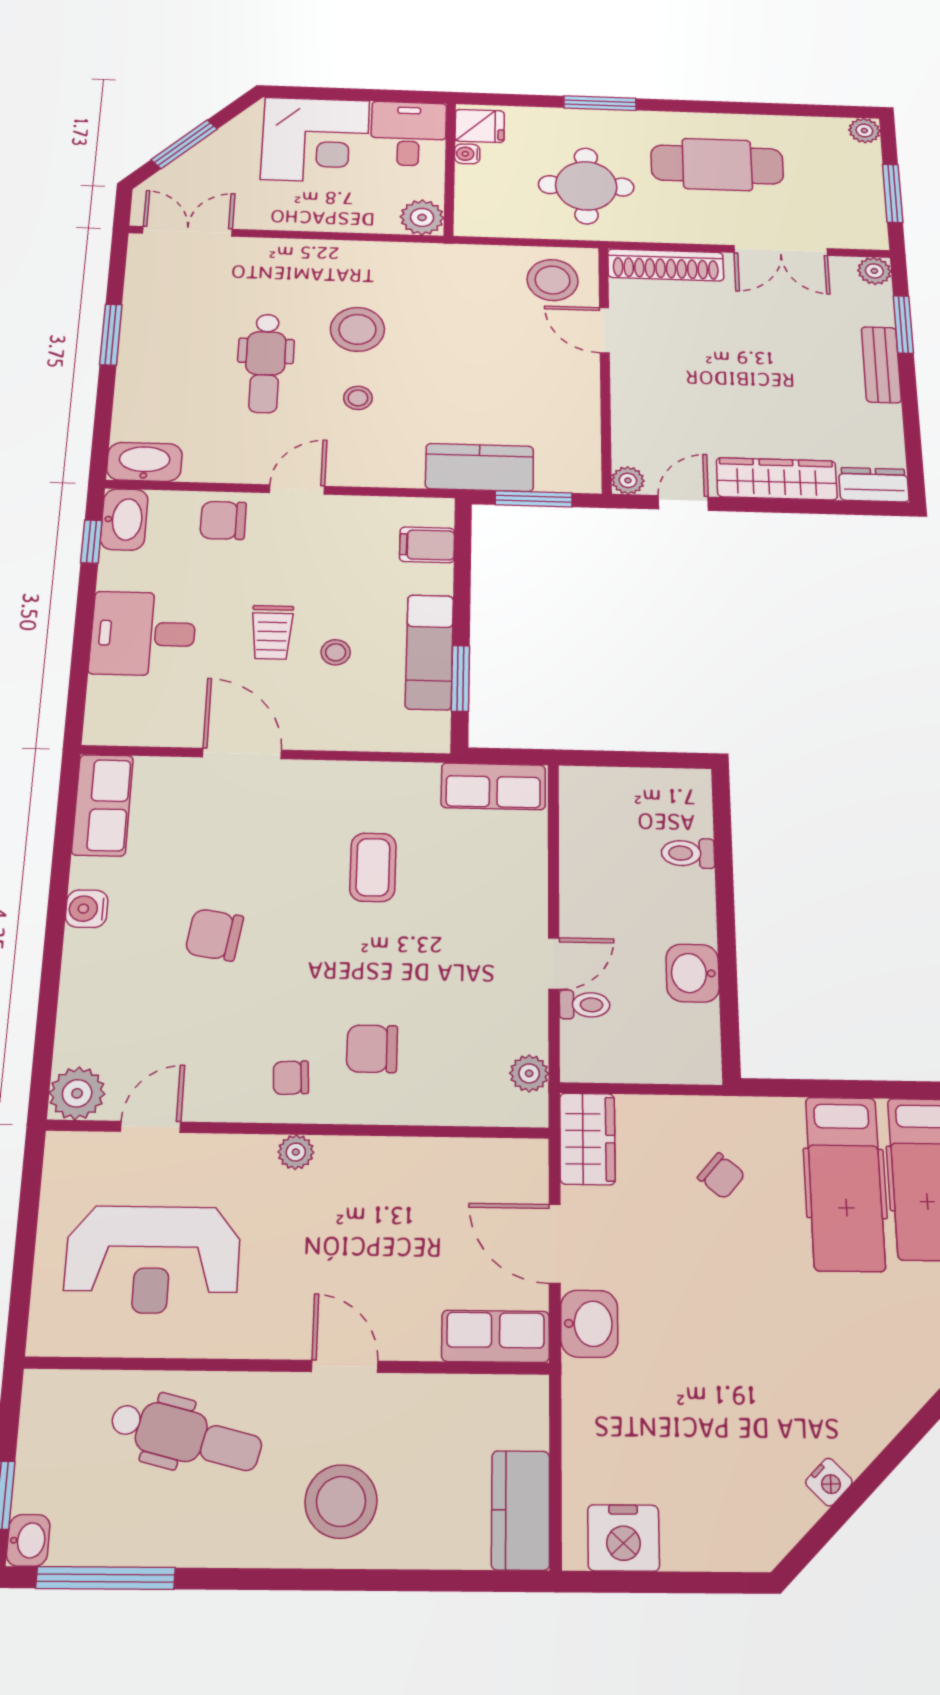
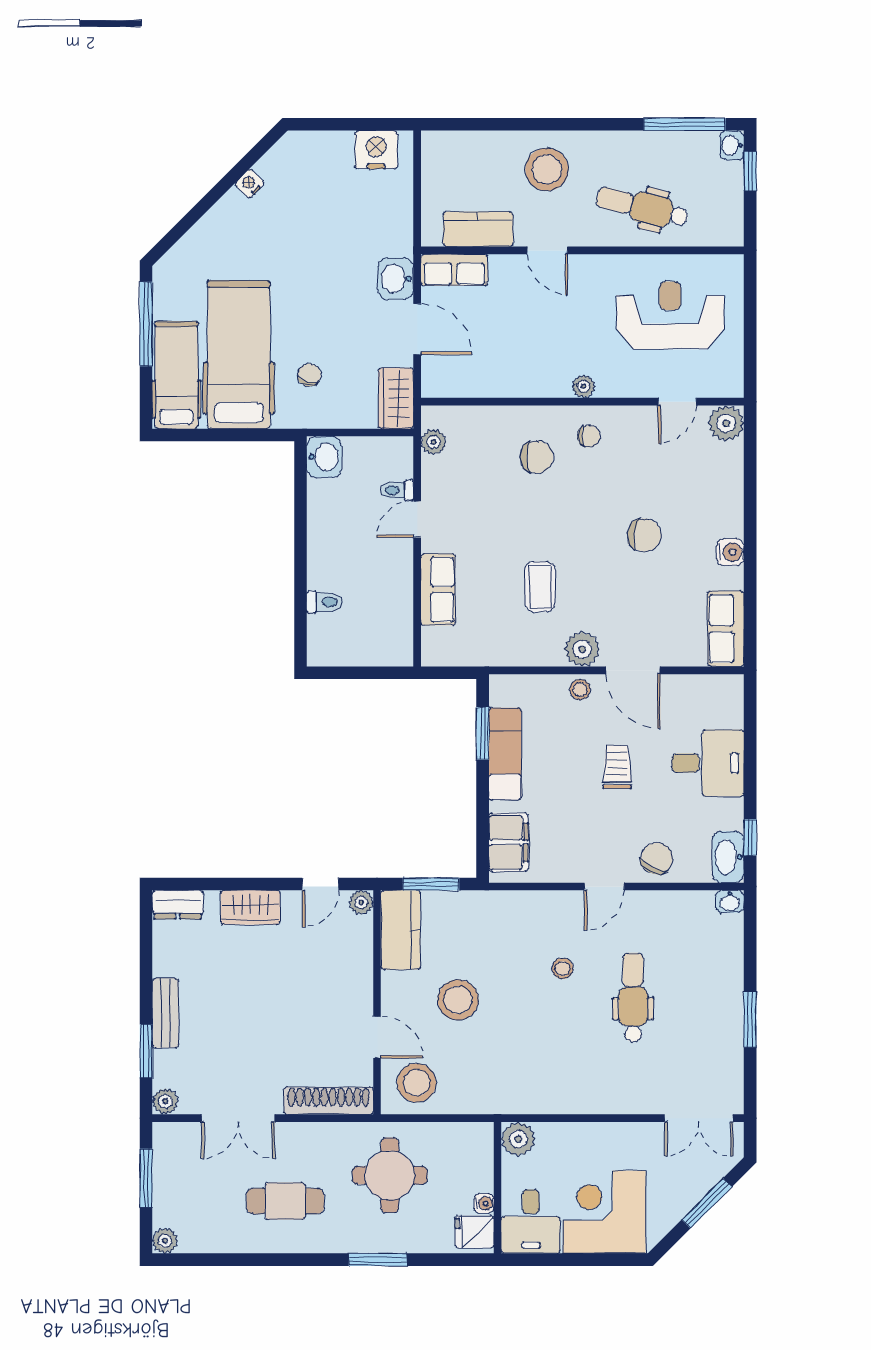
cafe table: (717, 165) -> (285, 1201), width x0.73, depth x0.74
double door: (781, 250) -> (238, 1118), swing flipped
stool: (357, 329) -> (458, 1000), moved
washbasin: (144, 462) -> (730, 902), width x0.52, depth x0.69
kitchen counter: (480, 467) -> (401, 930), moved, turned -90
wardrobe: (777, 479) -> (250, 907), width x0.67
chair: (223, 520) -> (657, 858), turned -64
filing cabinet: (427, 545) -> (508, 842), width x2.00
stool: (336, 652) -> (580, 689), moved
plant: (314, 783) -> (582, 649), added
row of seats: (493, 786) -> (438, 590), moved, turned 90
washbasin: (693, 973) -> (324, 457), moved
chair: (721, 1176) -> (309, 375), turned 65
hospital bed: (845, 1183) -> (239, 355), width x1.37, depth x1.29
kitchen counter: (521, 1510) -> (478, 229), moved, turned -90

